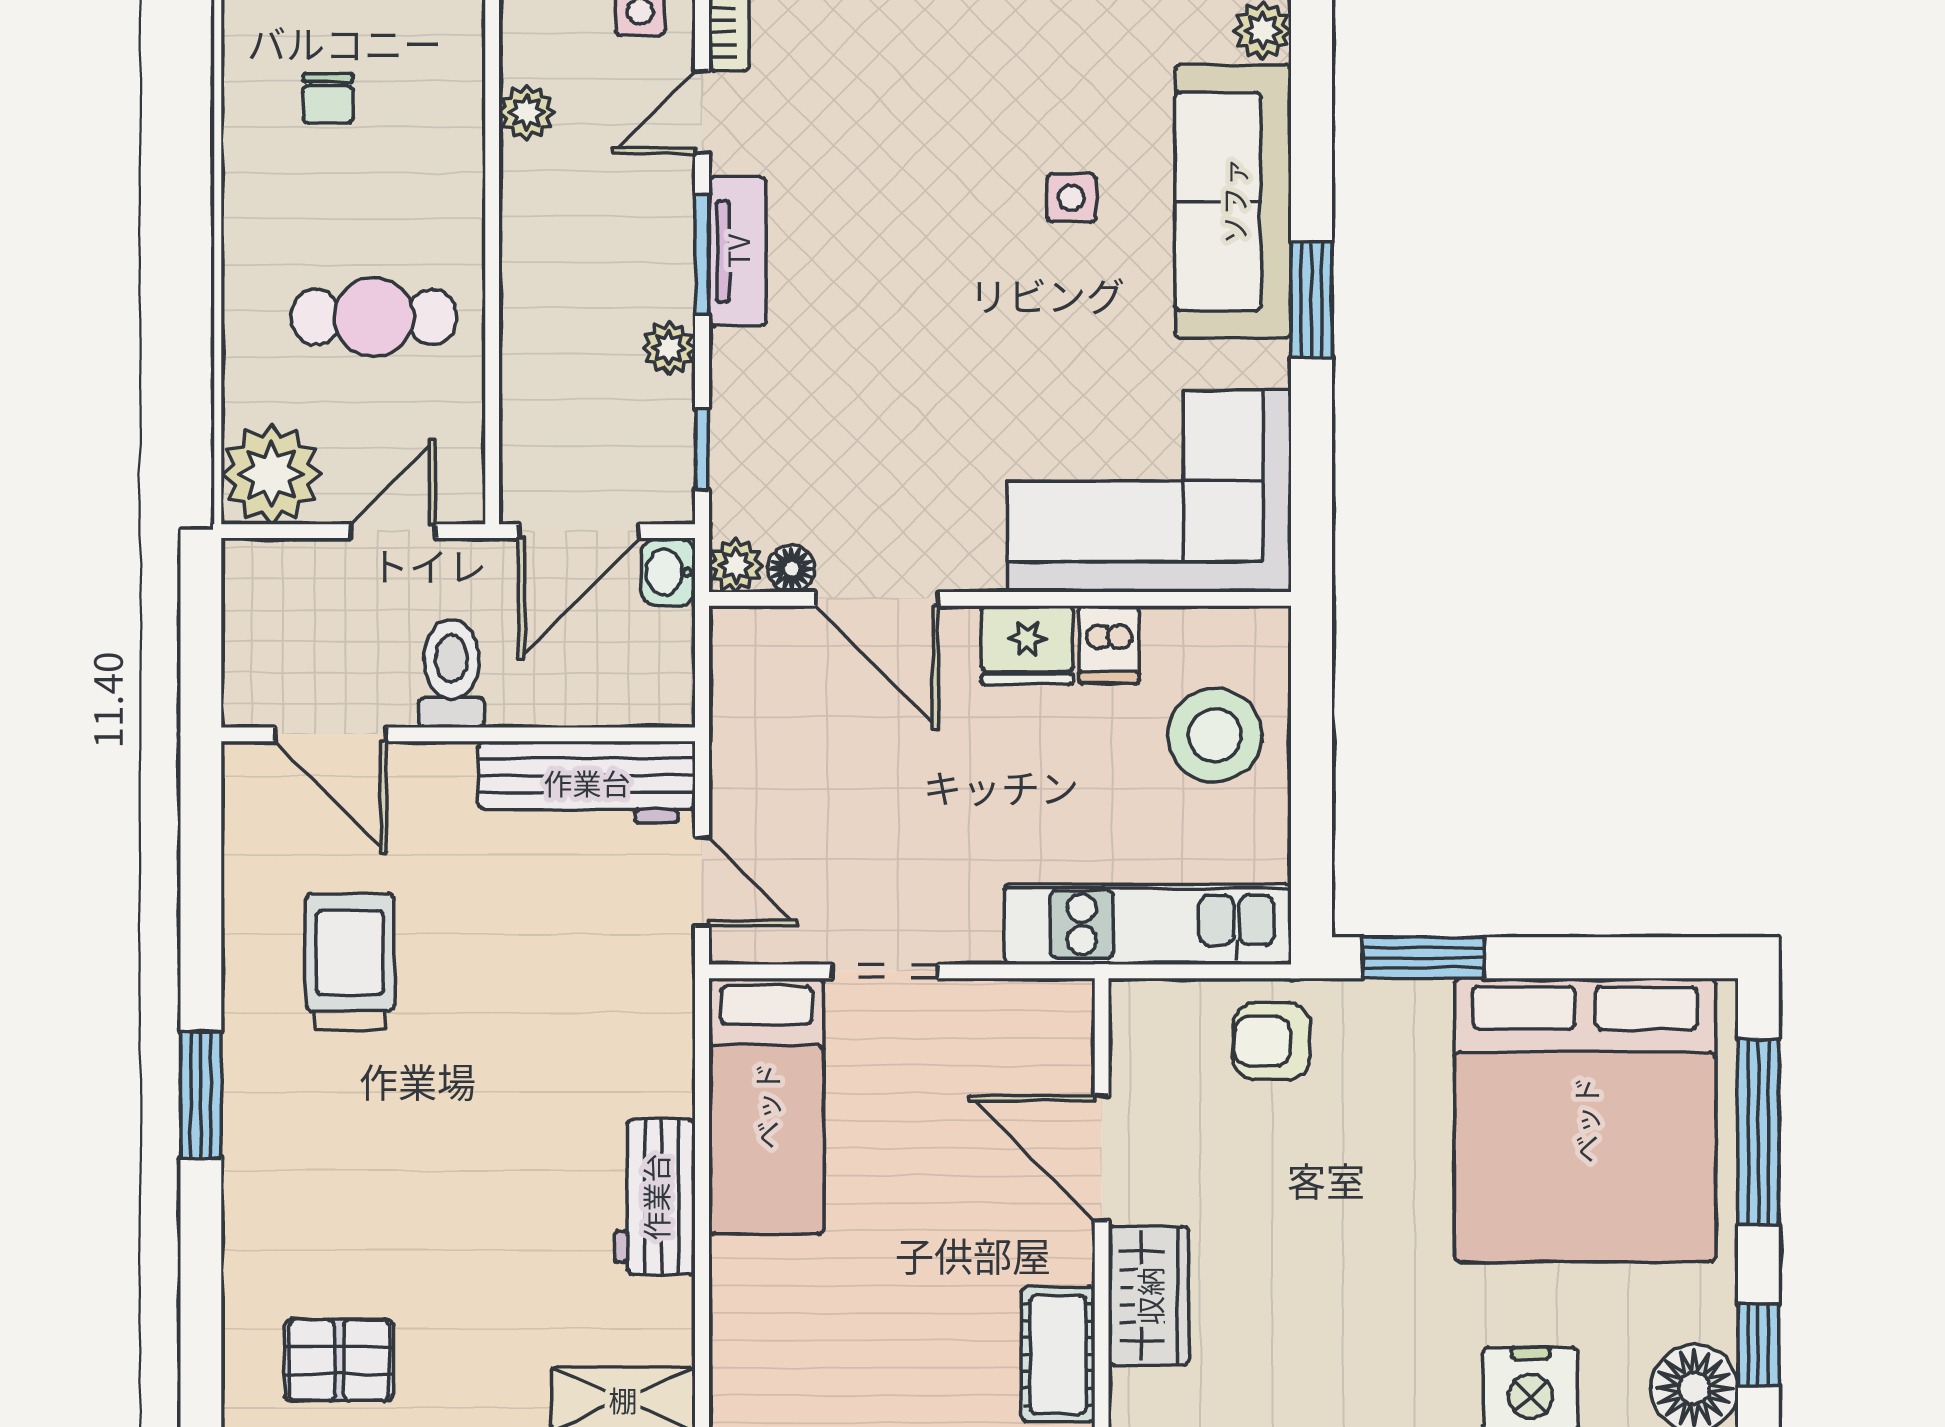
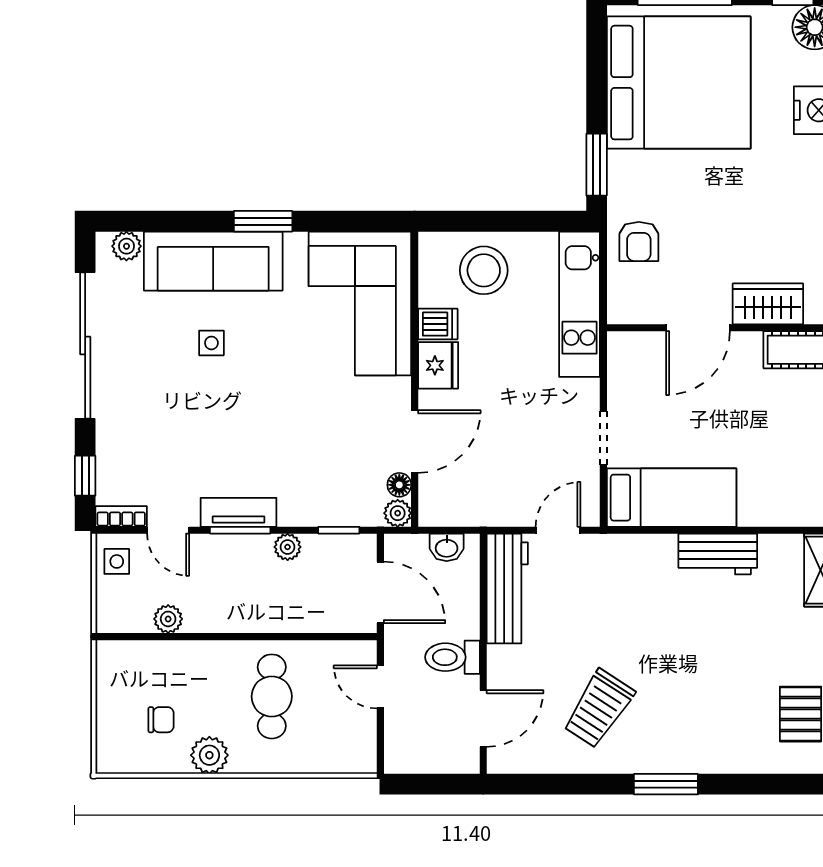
plant: (271, 474) -> (209, 755), moved, width x0.73, depth x0.73
washbasin: (668, 572) -> (447, 547), moved
trolley: (350, 962) -> (599, 709), turned -57

